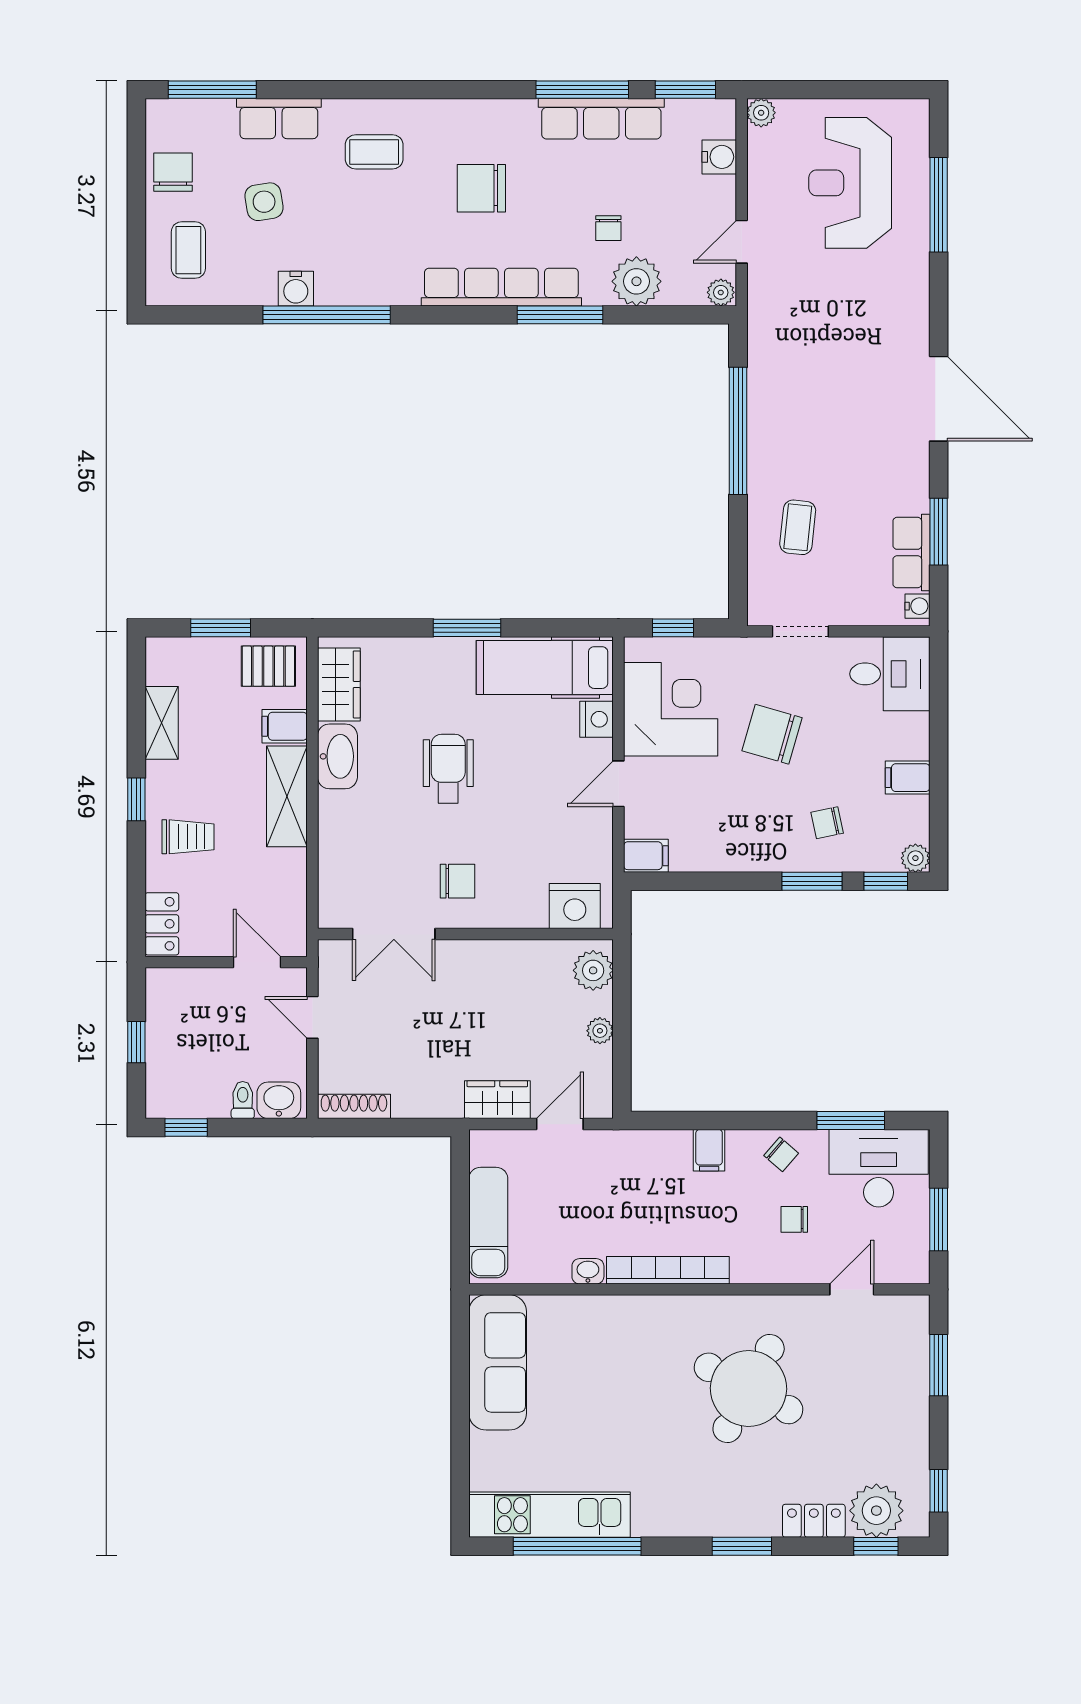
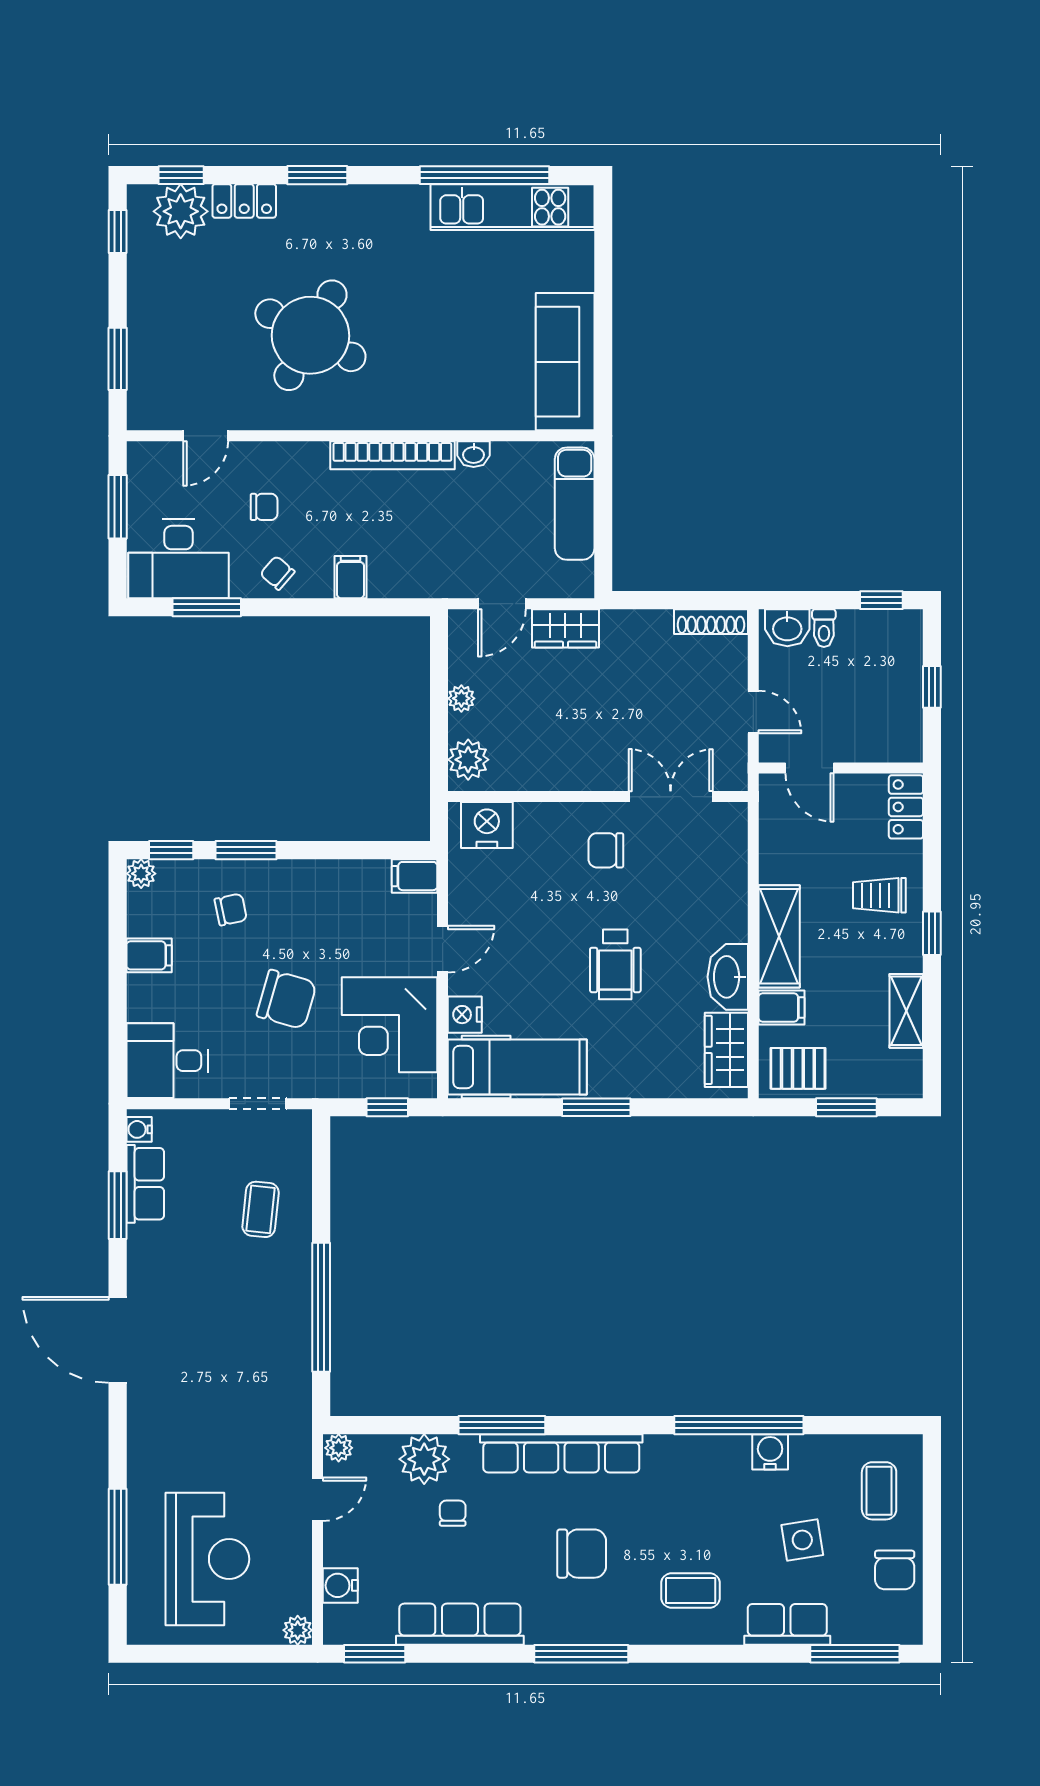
window: (582, 90) -> (581, 1654), moved

